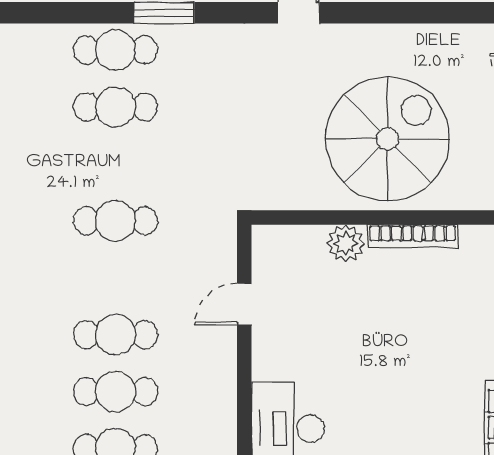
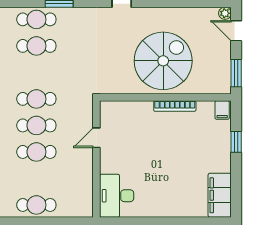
plant: (346, 243) -> (144, 109), removed
cafe table: (116, 392) -> (36, 125), moved

